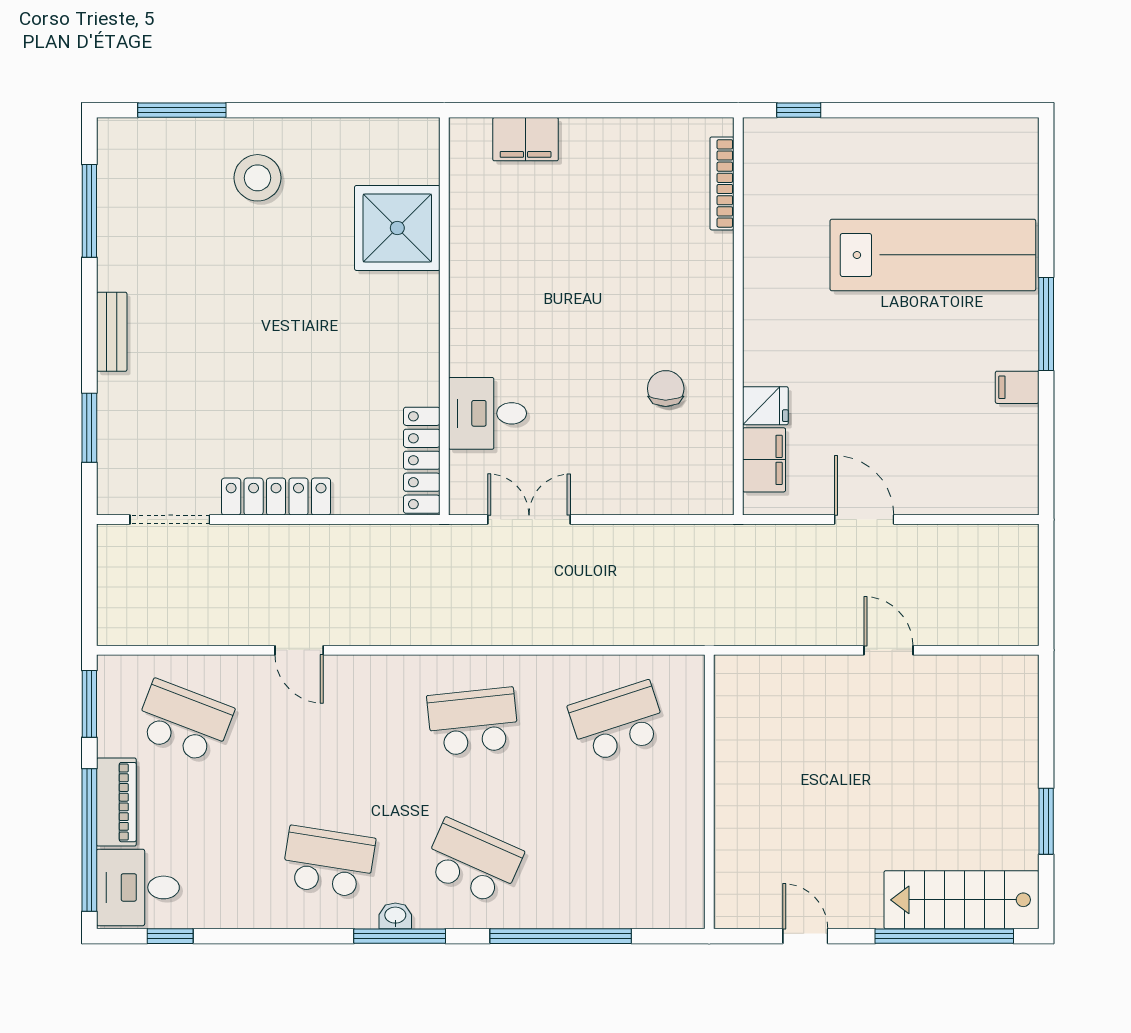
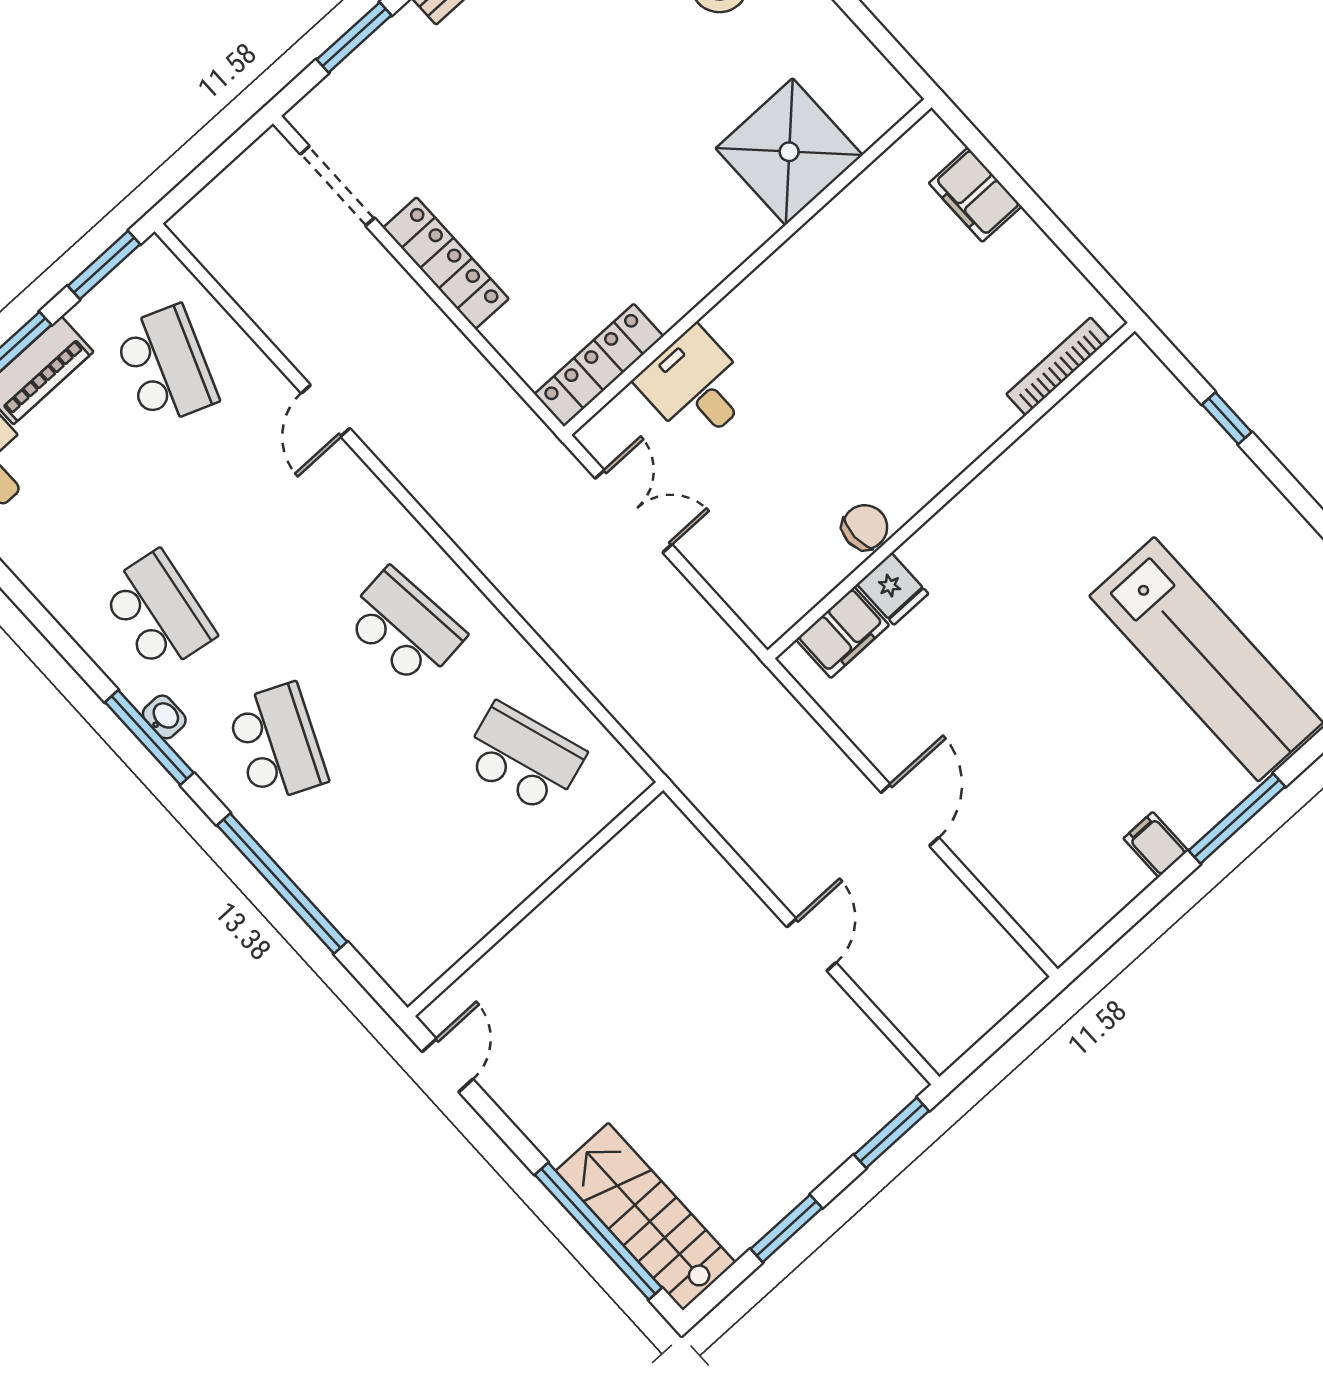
bookcase: (722, 183) -> (1058, 366), moved
wall: (738, 316) -> (951, 491), moved
fridge: (765, 406) -> (893, 589), moved
filing cabinet: (764, 460) -> (842, 632), moved
window: (1046, 705) -> (892, 1133), added
door: (805, 936) -> (447, 1065), moved

